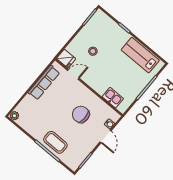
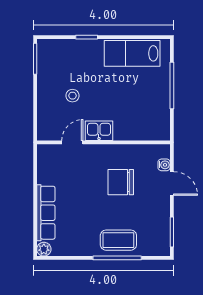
fridge: (66, 59) -> (48, 131), removed
row of seats: (44, 83) -> (46, 213), moved
kitchen sink: (113, 98) -> (99, 131), moved

